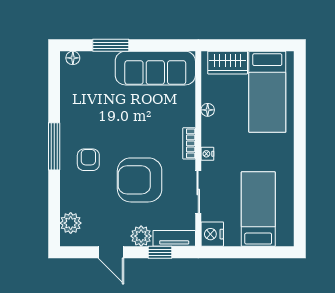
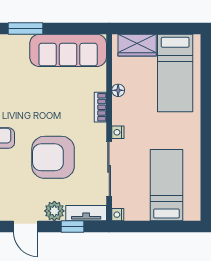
bookcase: (189, 143) -> (100, 107), moved
sliding door: (198, 192) -> (109, 169), width x1.37
nightstand: (212, 234) -> (118, 215), width x0.53, depth x0.56

